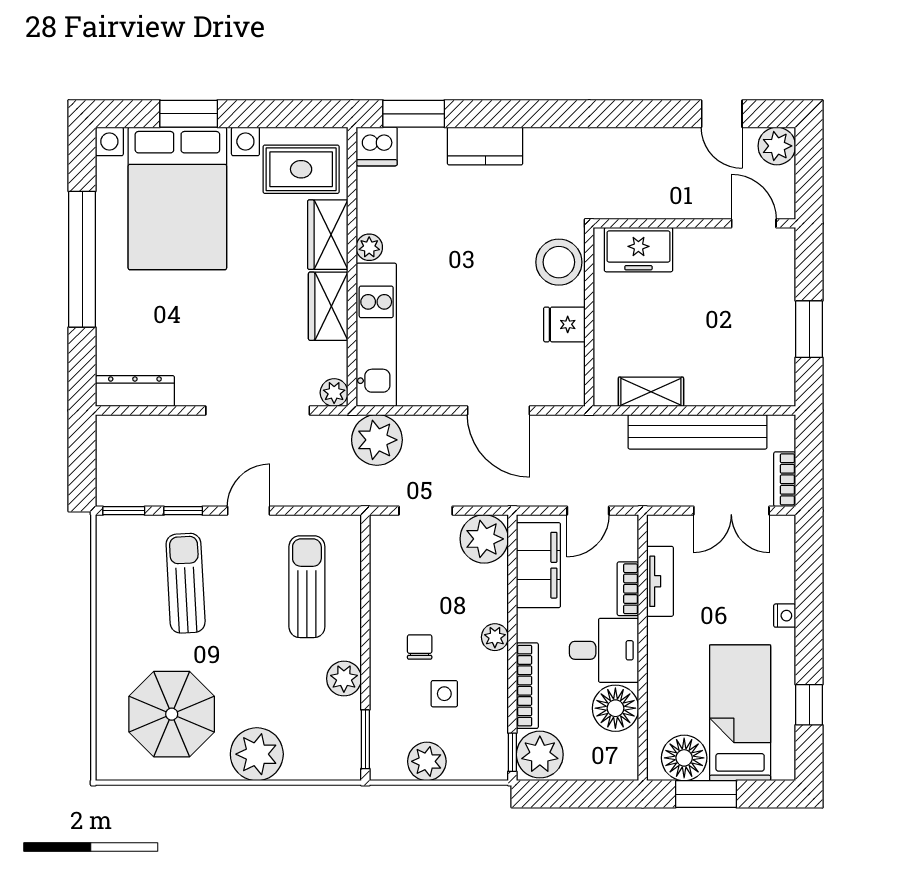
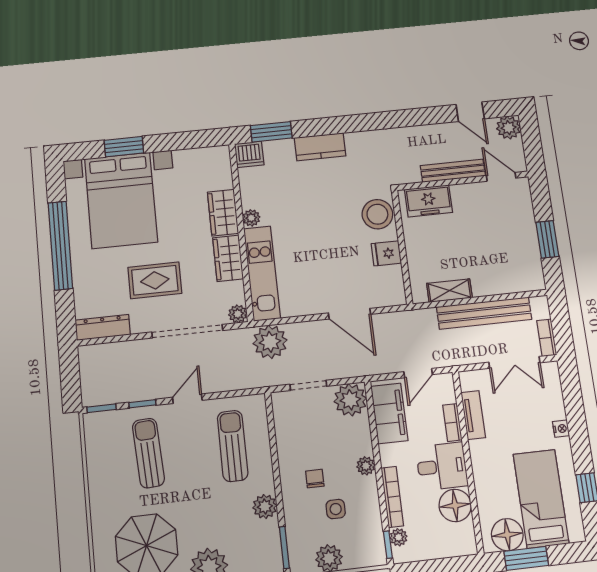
rug: (301, 169) -> (155, 280), moved
bench: (682, 206) -> (453, 171), added
plant: (540, 755) -> (399, 537), width x0.53, depth x0.53

